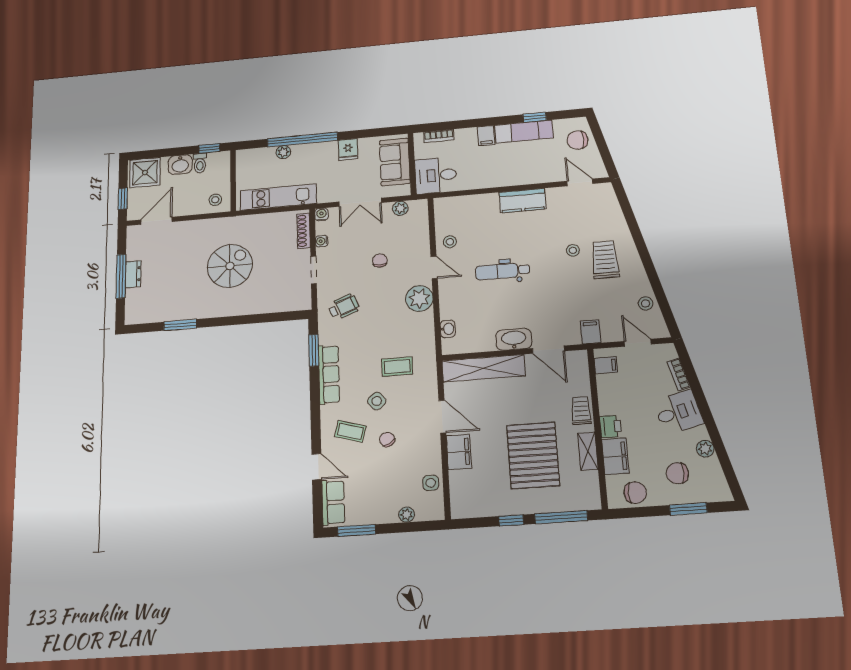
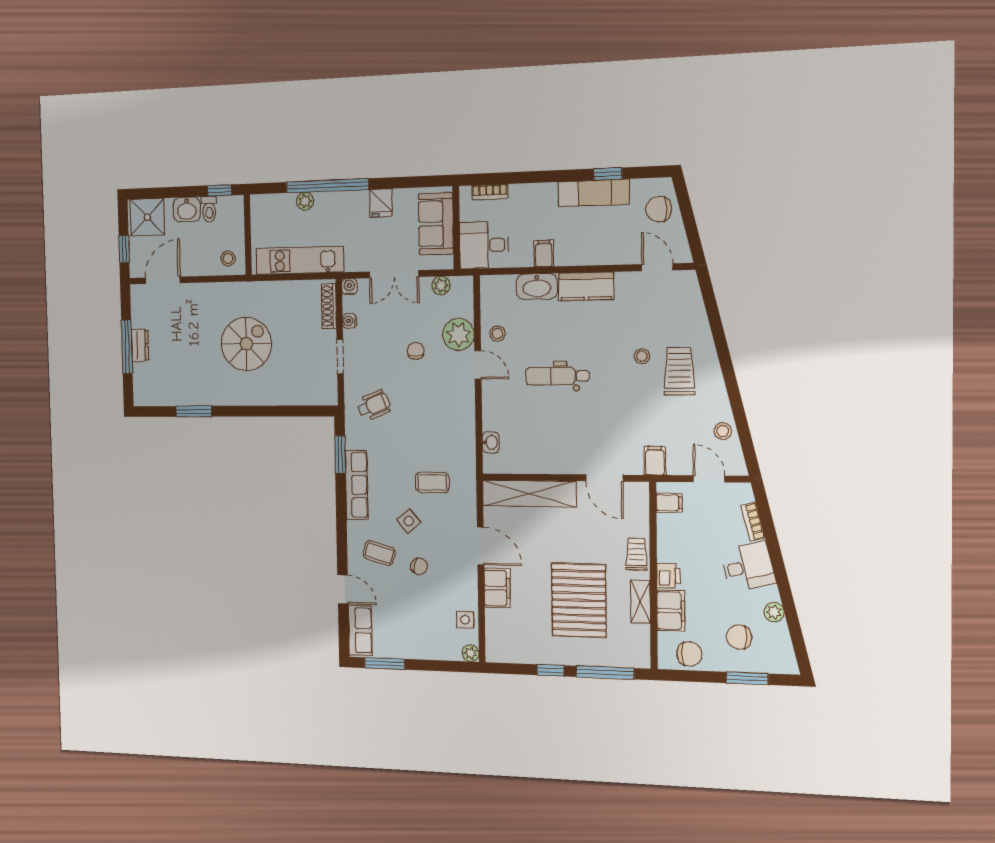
filing cabinet: (486, 136) -> (544, 254), moved, turned 180
plant: (419, 298) -> (458, 334), moved
washbasin: (514, 339) -> (537, 287), moved, turned 180
chair: (387, 439) -> (419, 566), turned 136
plant: (407, 515) -> (471, 653), moved

